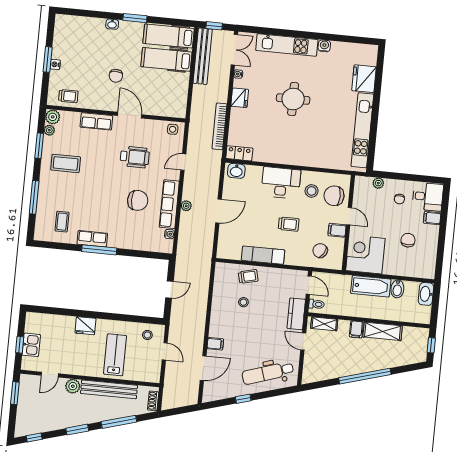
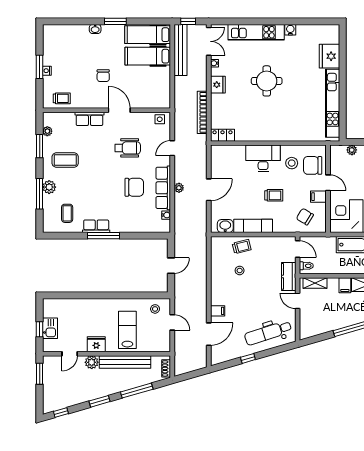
plant: (53, 117) -> (49, 187), moved
washbasin: (236, 171) -> (225, 226), moved, turned 180
fridge: (85, 326) -> (96, 344), moved, turned 180

